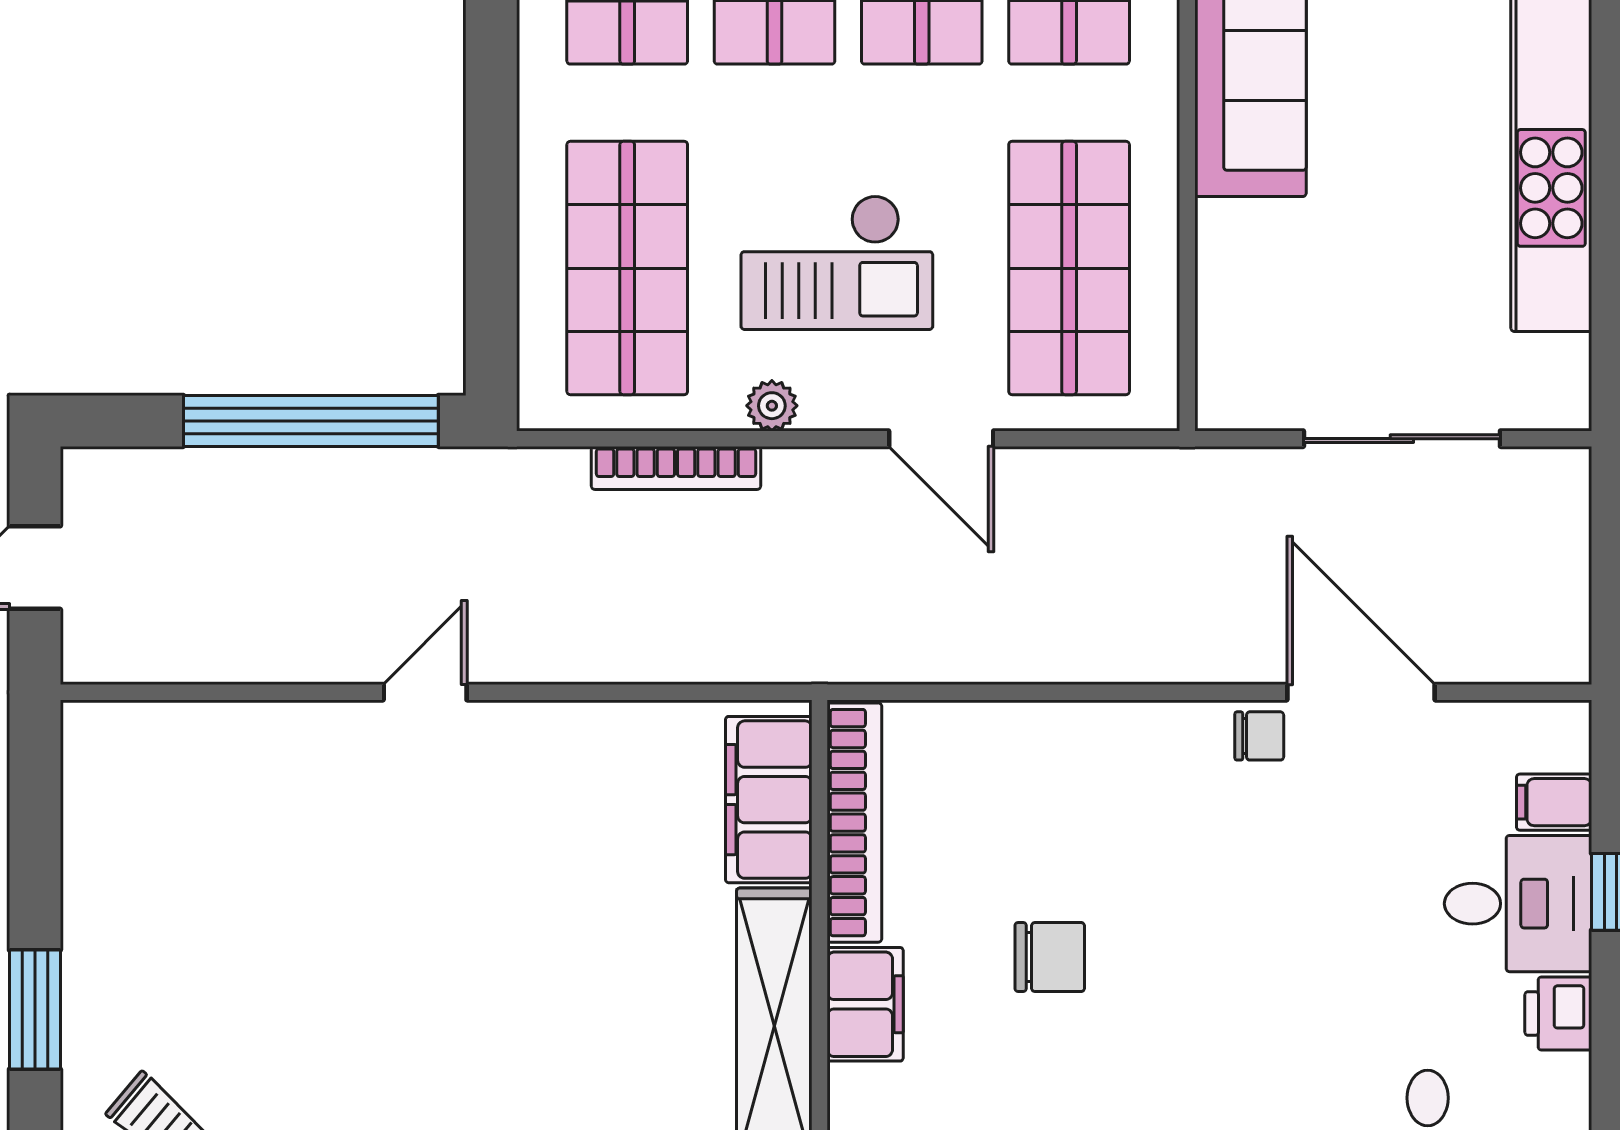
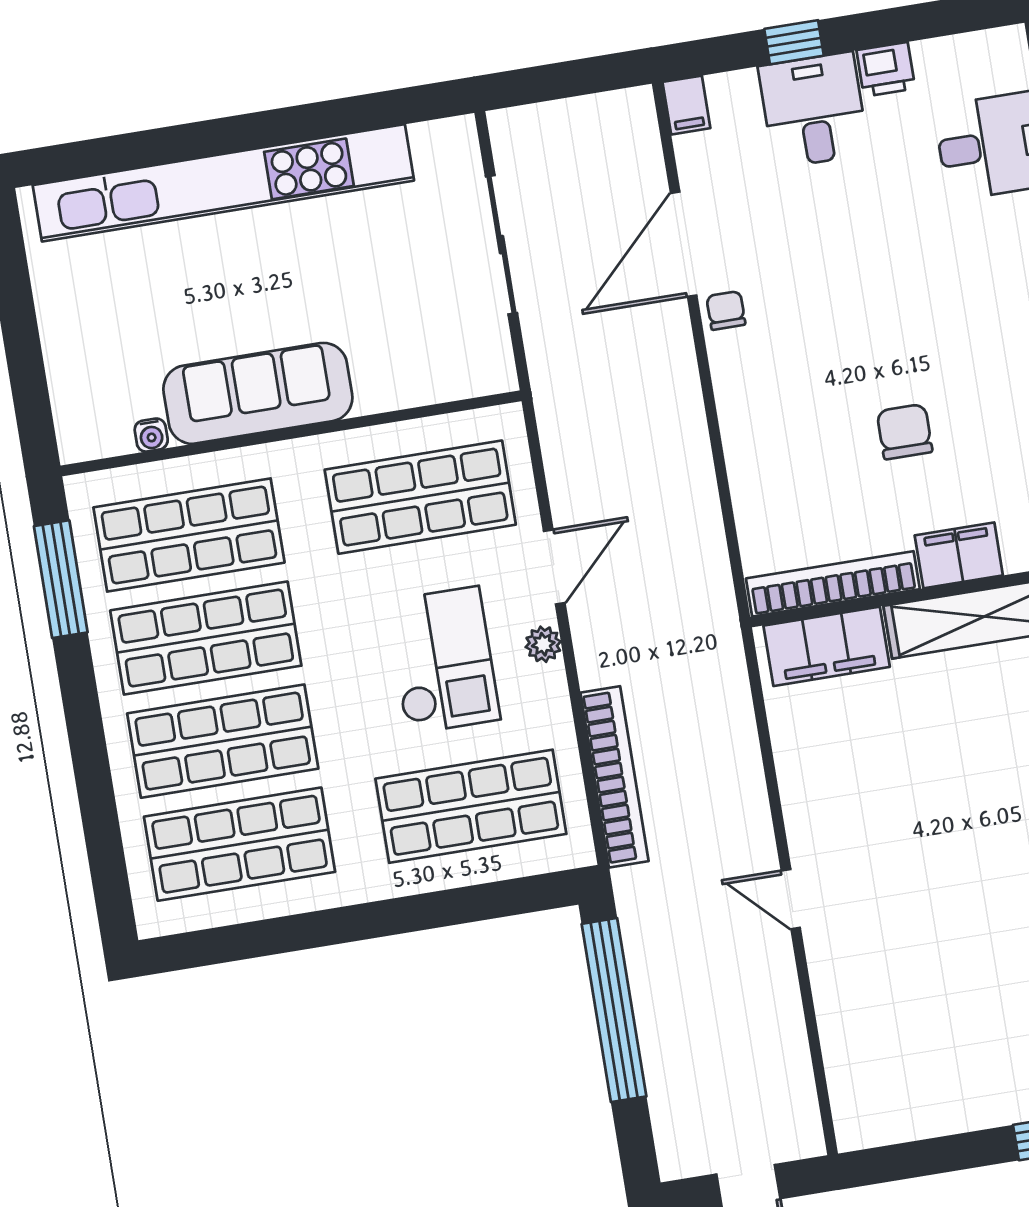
plant: (772, 406) -> (543, 644), moved
bookcase: (676, 468) -> (615, 777), width x1.48, depth x1.31
filing cabinet: (1554, 802) -> (686, 105), moved

